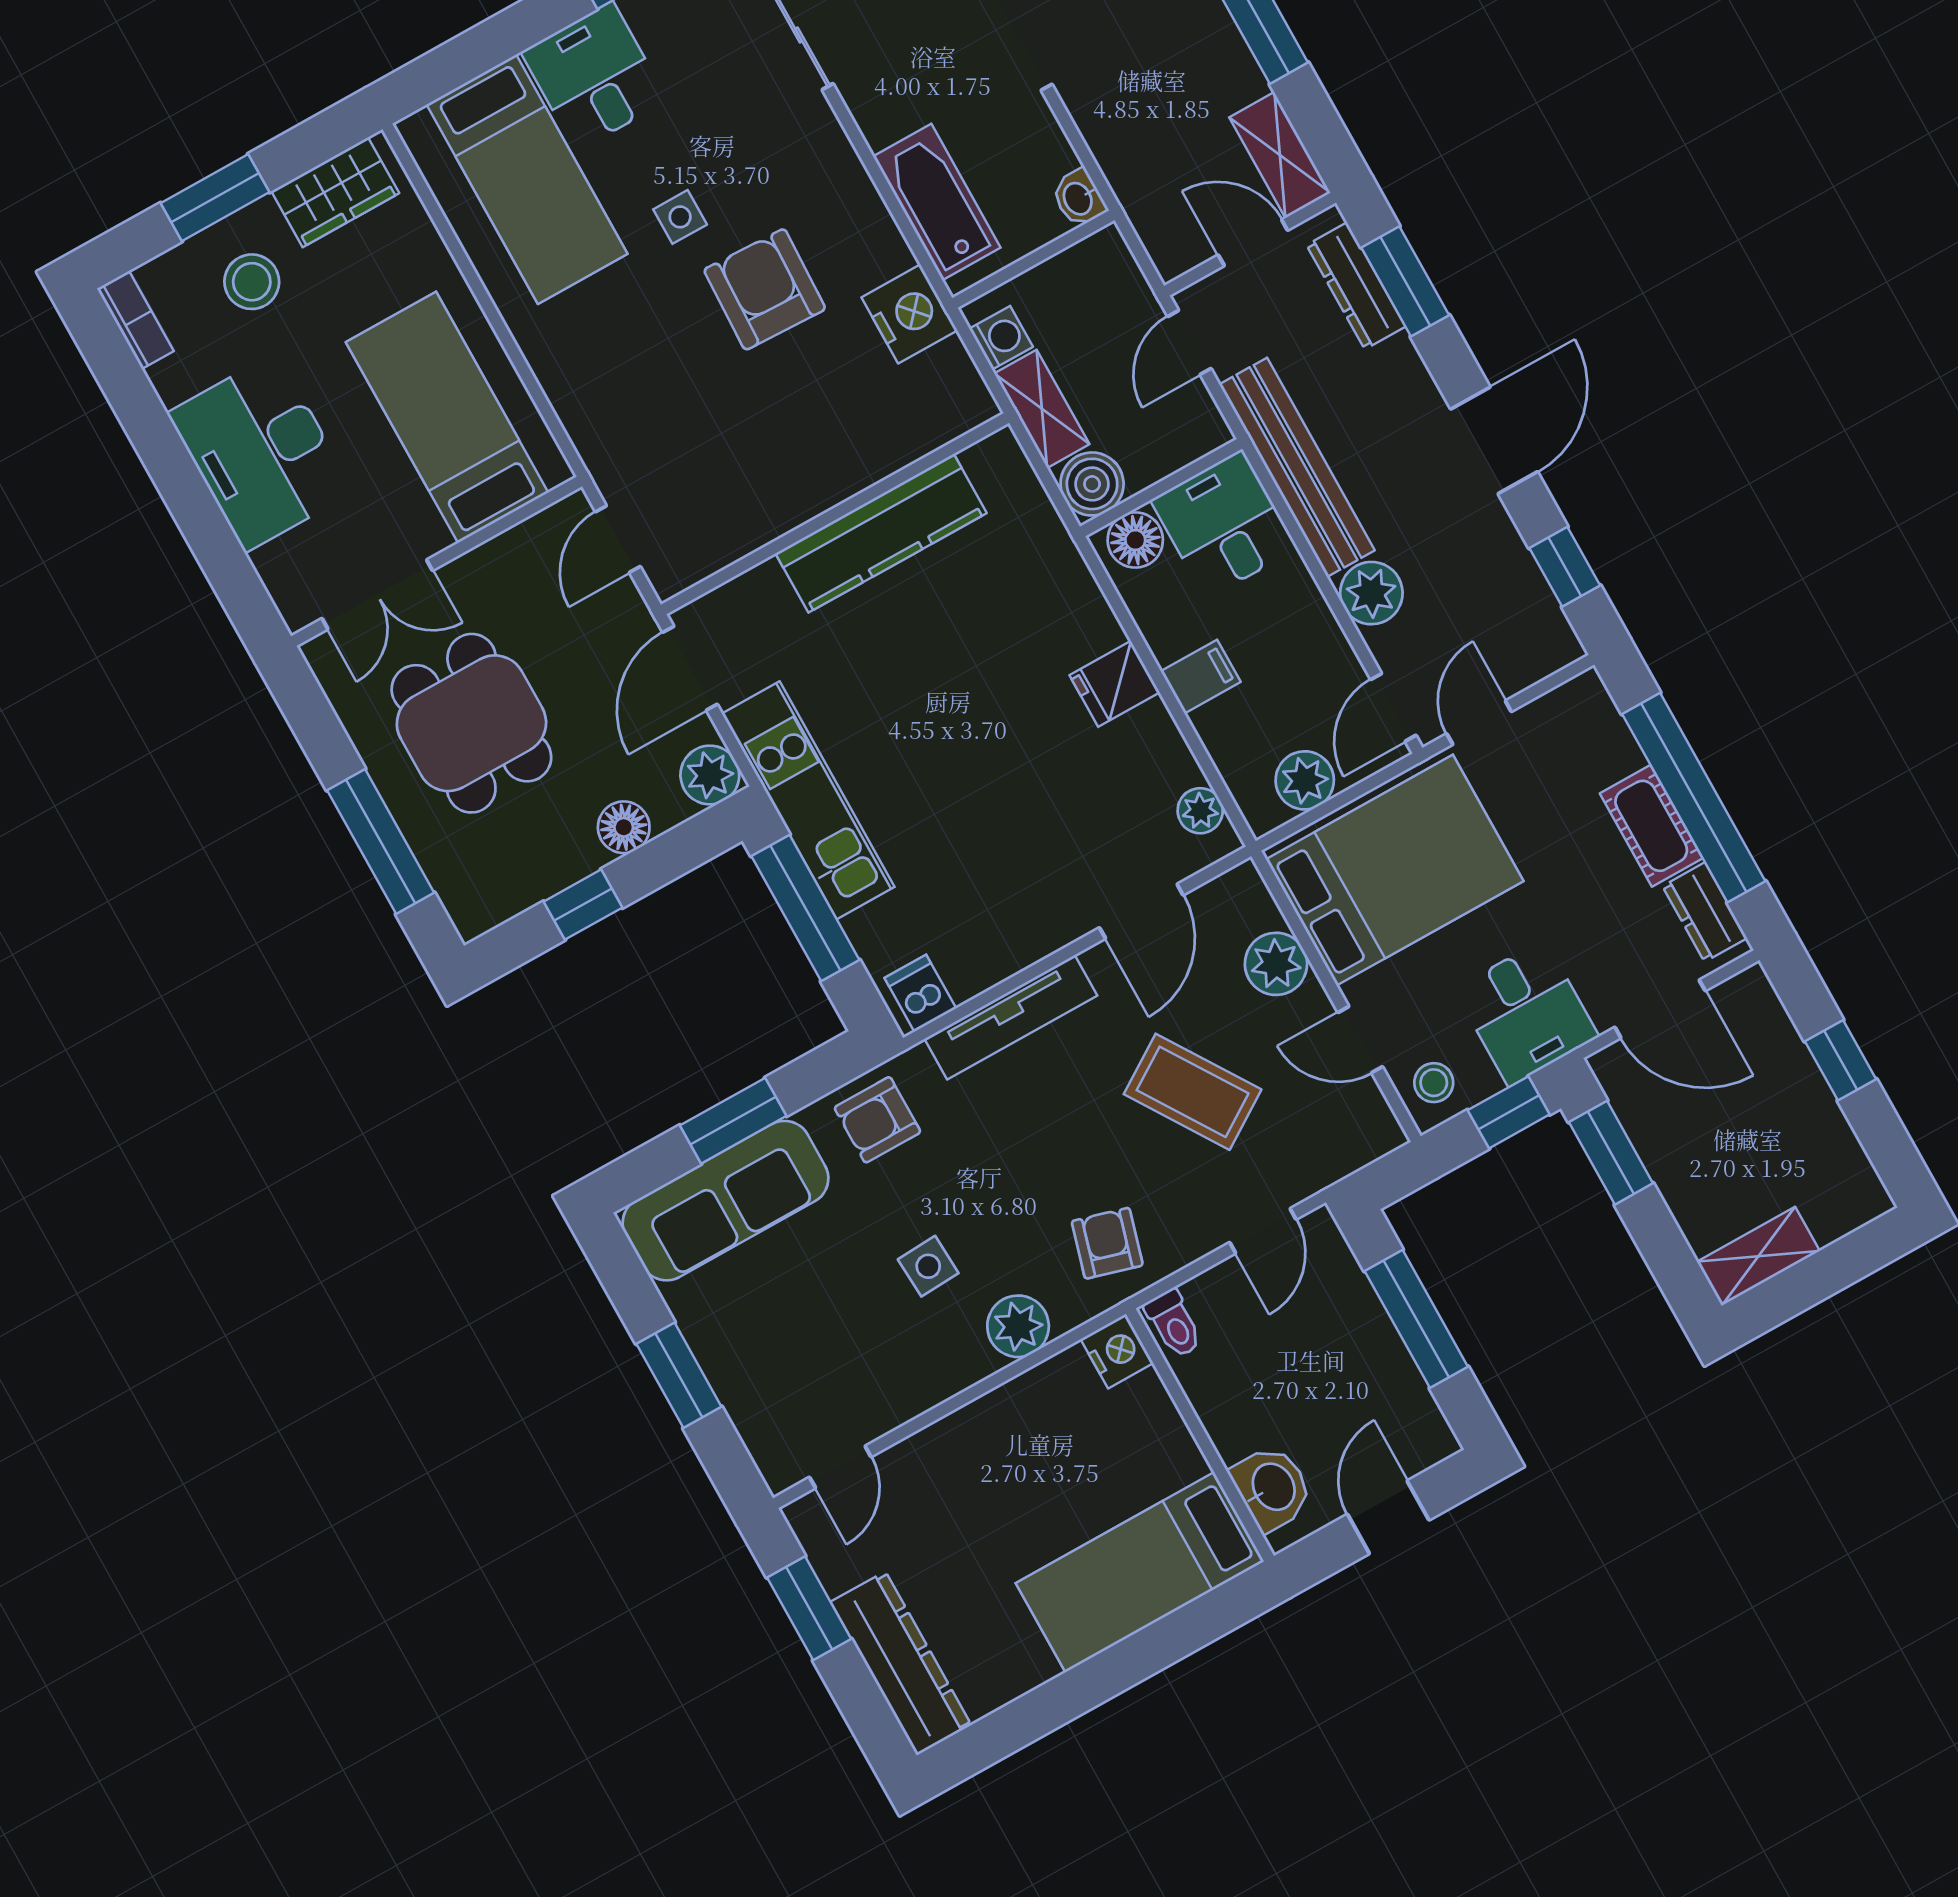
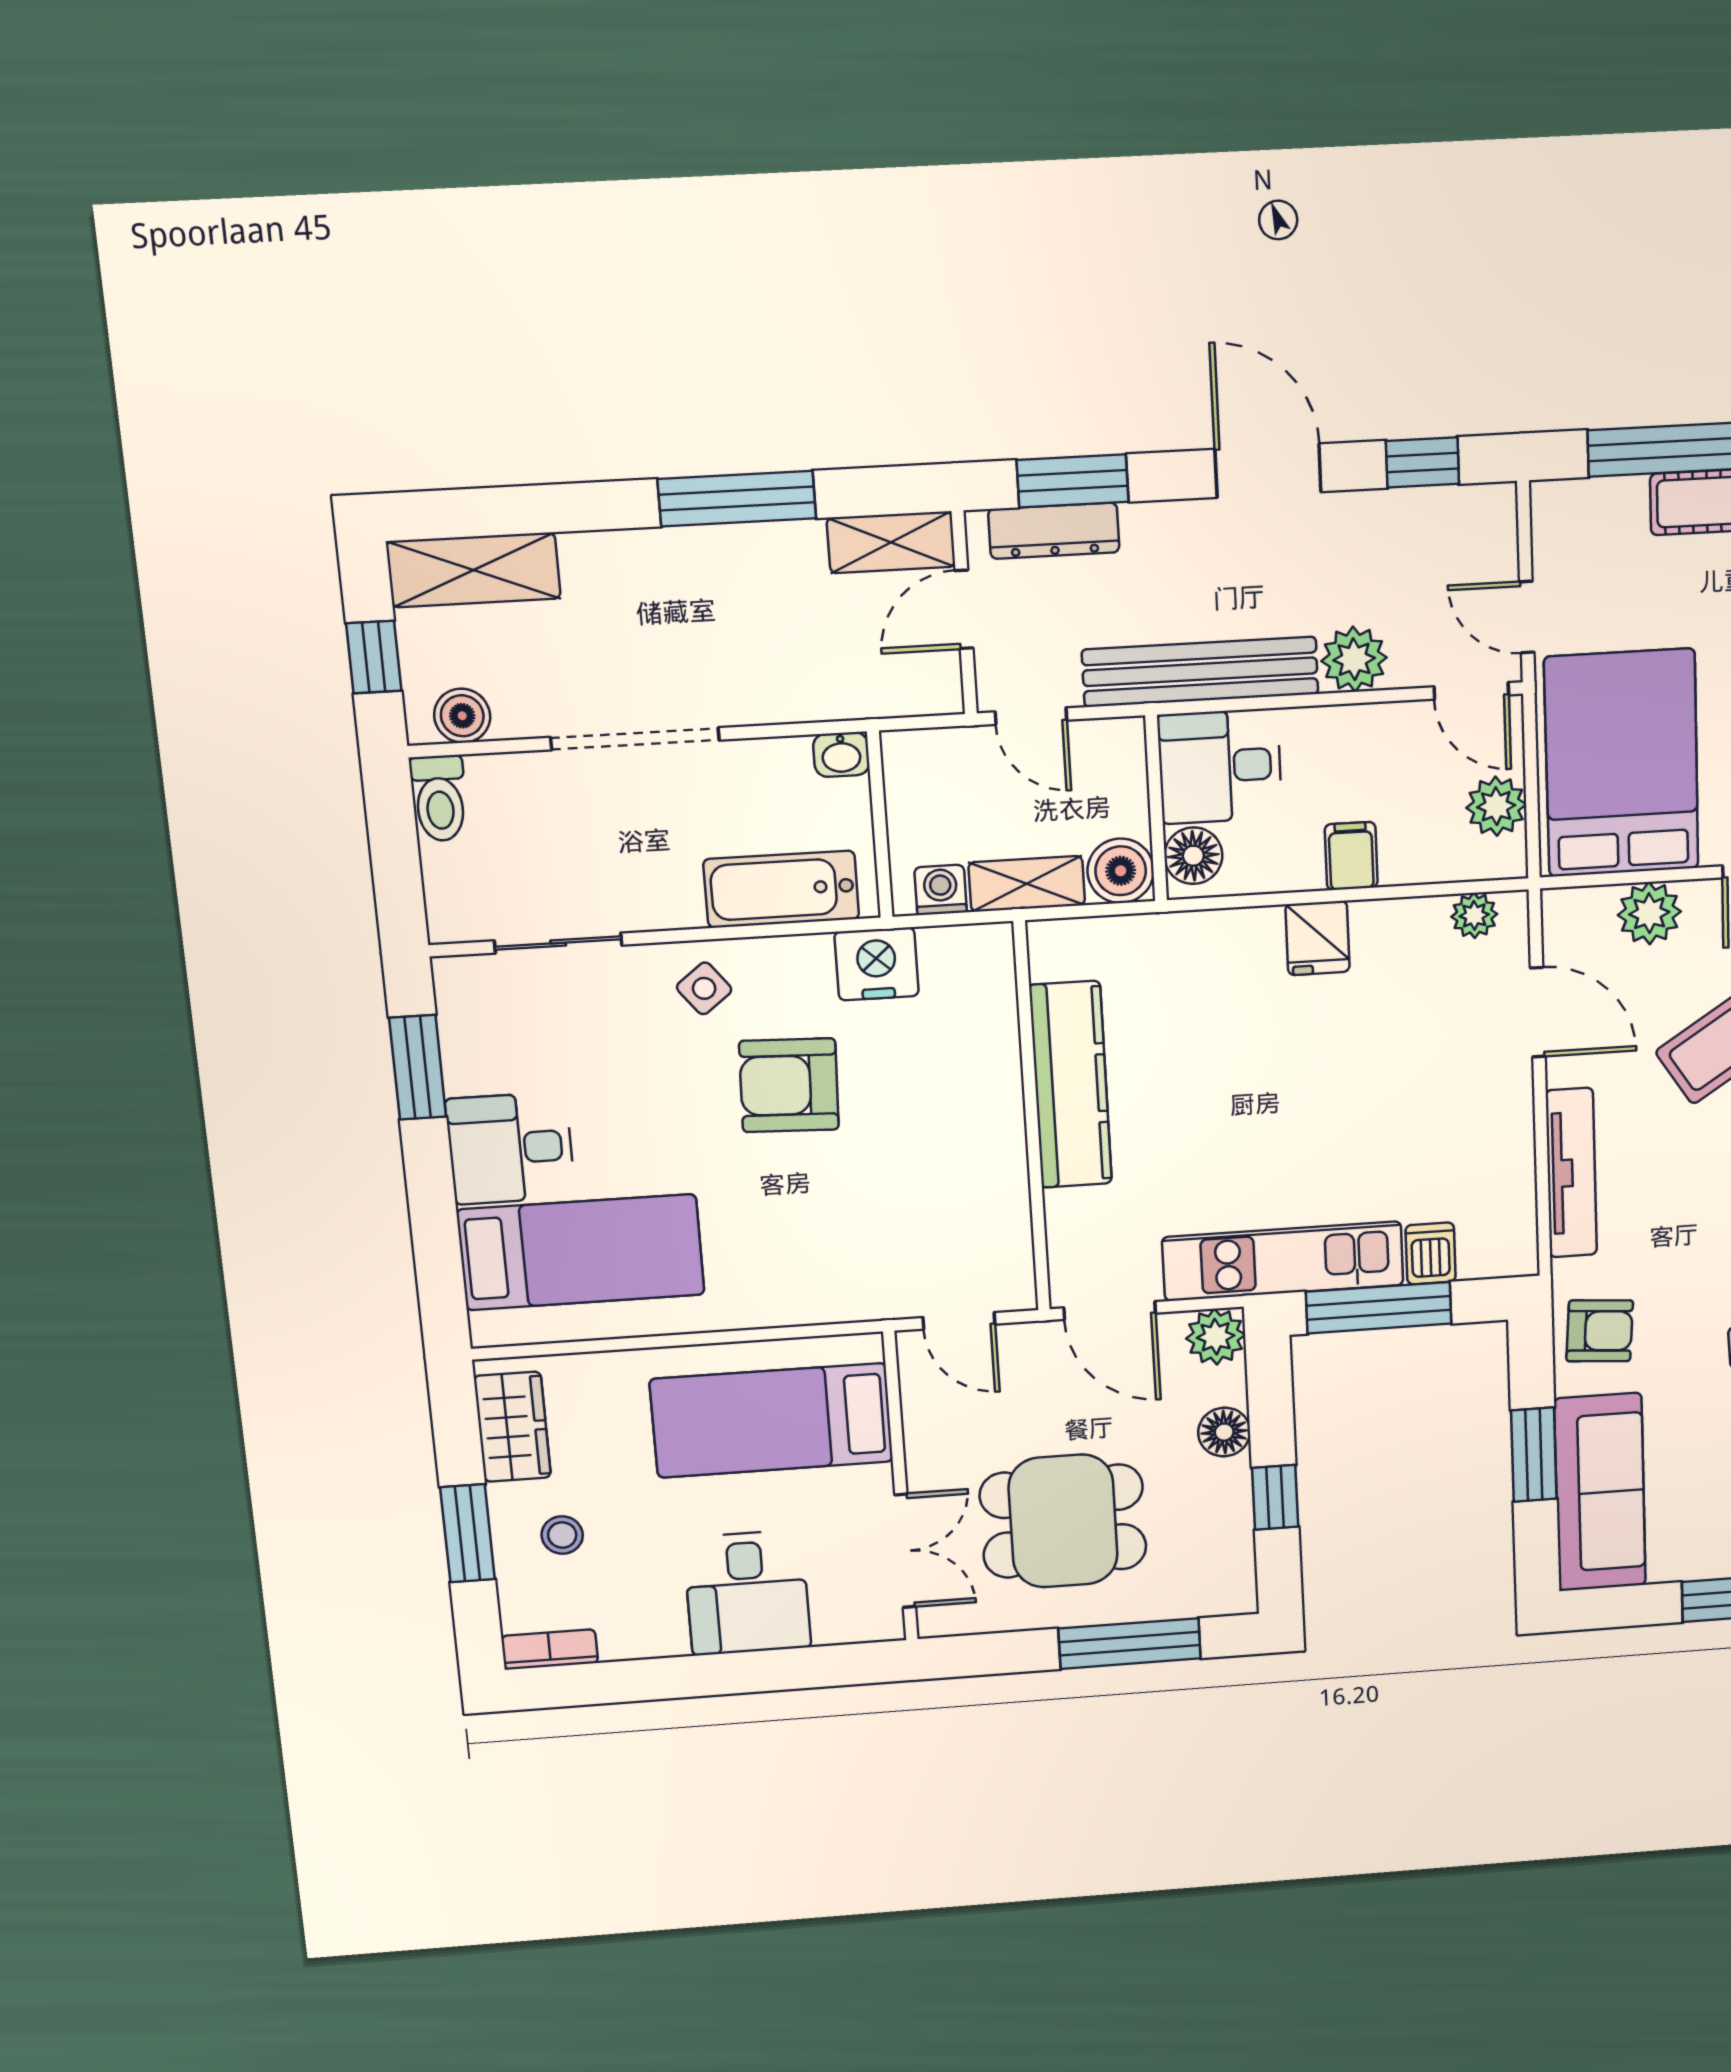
side table: (680, 217) -> (704, 988), moved, turned -38
stool: (252, 282) -> (562, 1535), width x0.73, depth x0.73
desk: (261, 452) -> (747, 1593), width x0.73
dishwasher: (920, 993) -> (1431, 1253), moved, turned 90
armchair: (877, 1120) -> (1600, 1331), turned -86

